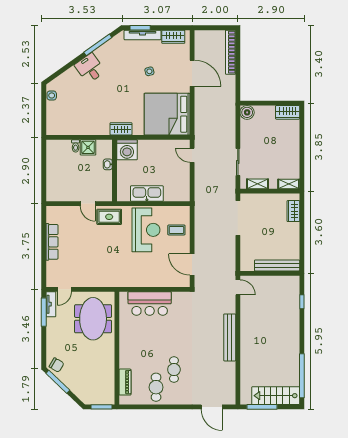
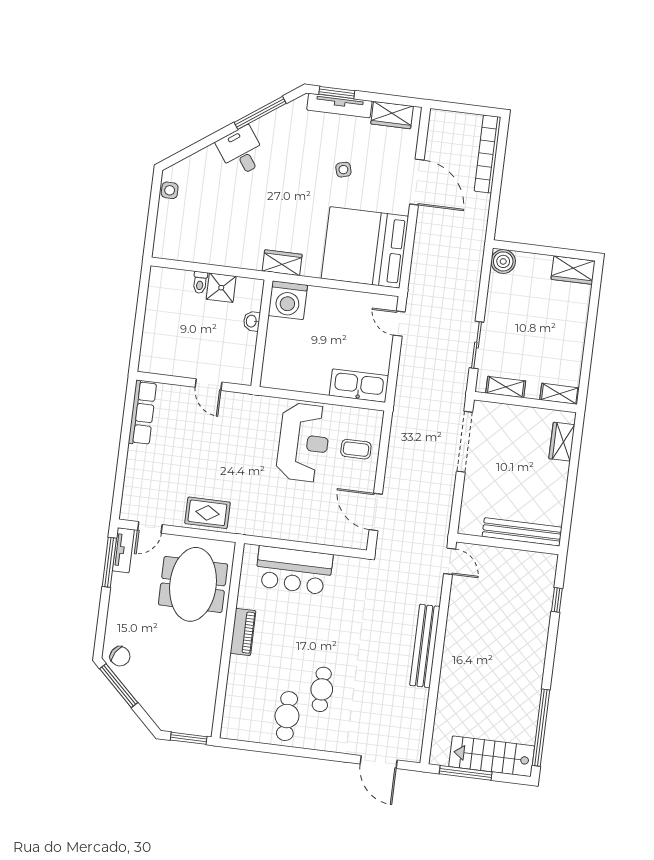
kitchen sink: (147, 194) -> (359, 386), moved
rug: (109, 217) -> (207, 513), moved
row of seats: (52, 242) -> (142, 413), moved
piano: (125, 382) -> (243, 632), moved

